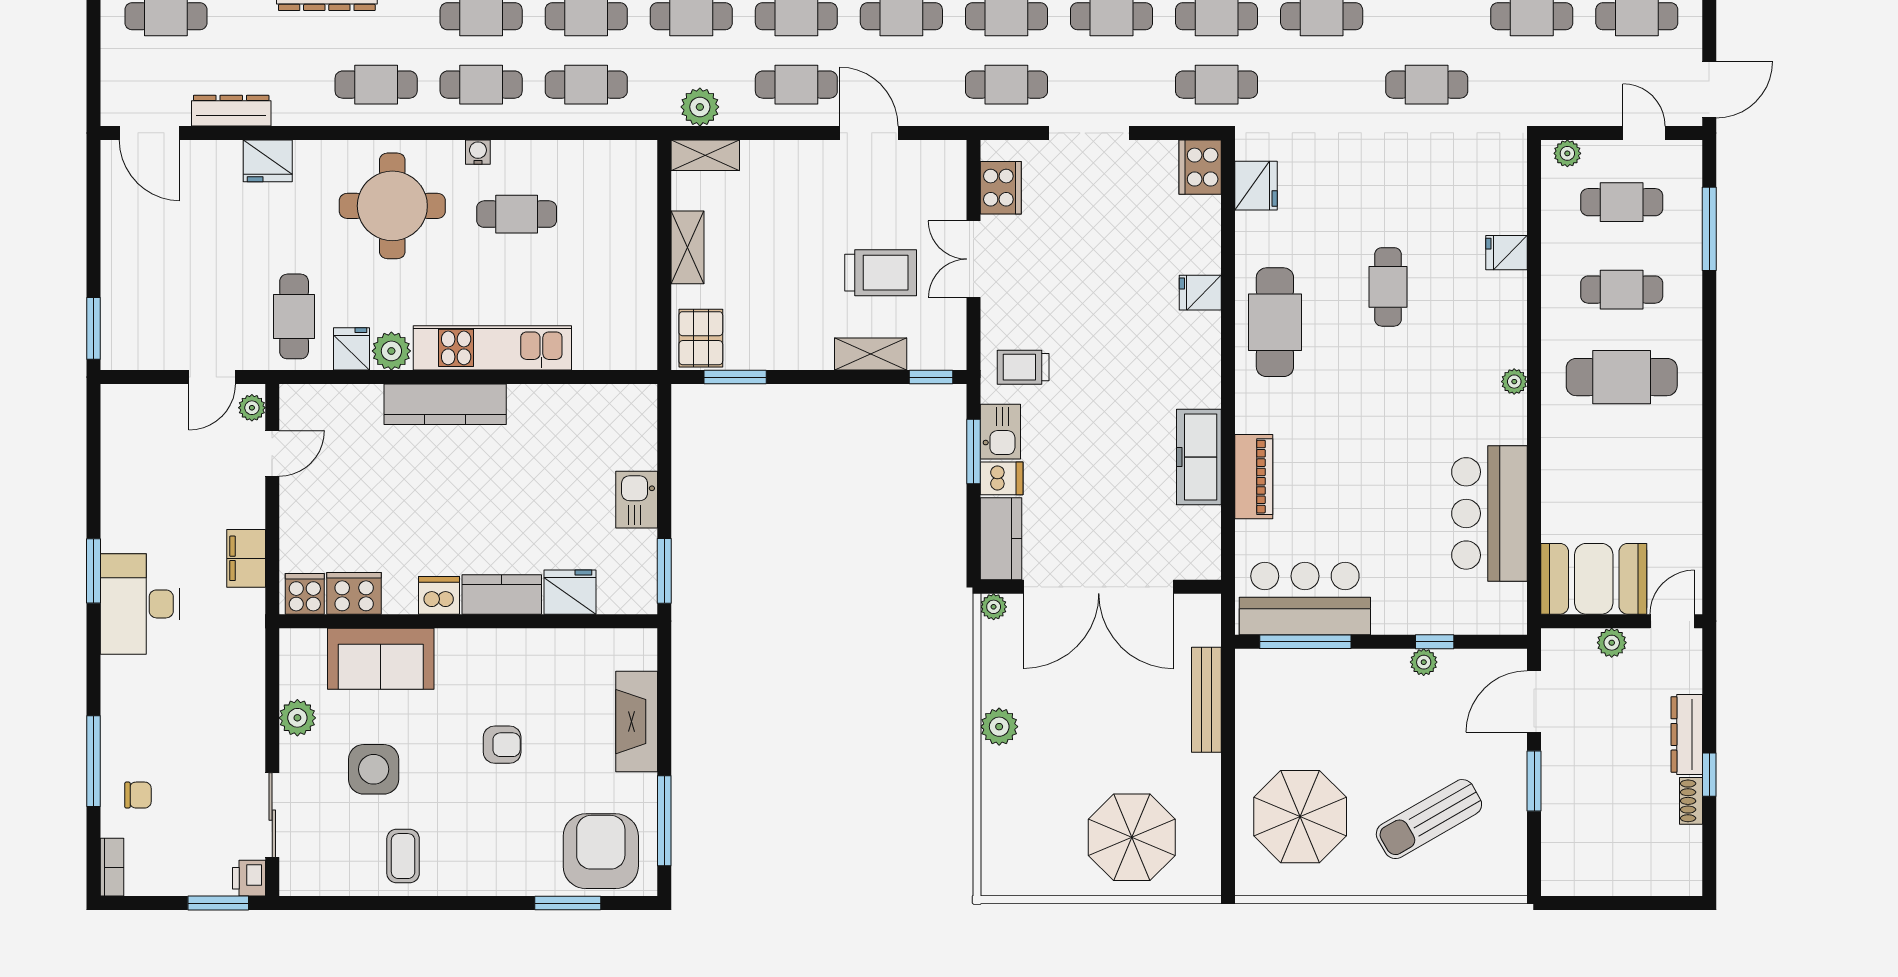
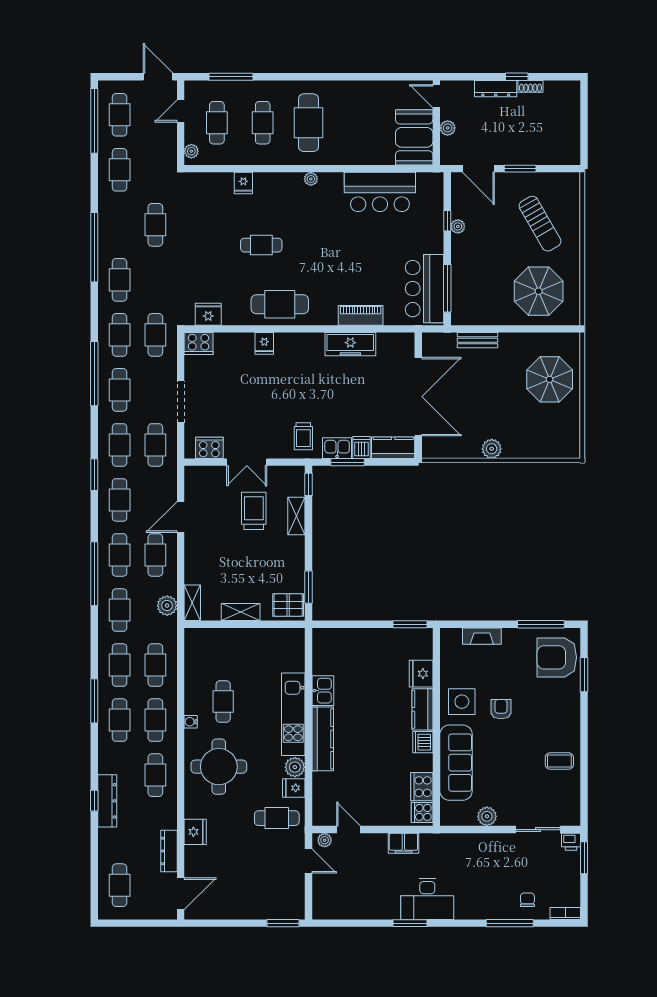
kitchen sink: (637, 500) -> (323, 691), moved, turned -90
plant: (994, 607) -> (429, 452), removed
sofa: (381, 659) -> (456, 763), width x1.36
bench: (1206, 700) -> (478, 340), width x0.73
fireplace: (637, 722) -> (482, 636), width x0.73, depth x0.76
side table: (374, 769) -> (462, 702), moved

